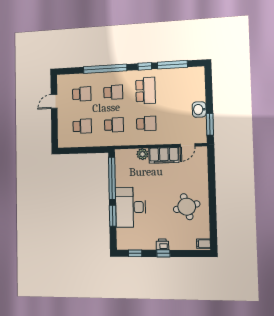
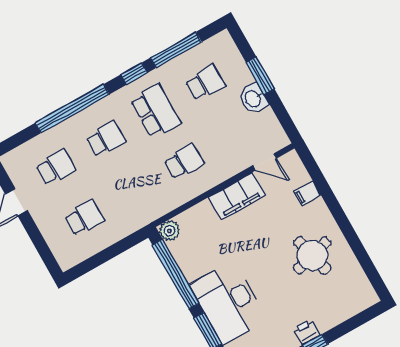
window: (210, 124) -> (260, 76), moved
school desk: (114, 125) -> (205, 83), moved
door: (188, 145) -> (265, 162), hinge flipped
plant: (142, 154) -> (169, 231), moved
filing cabinet: (203, 244) -> (307, 193), moved

